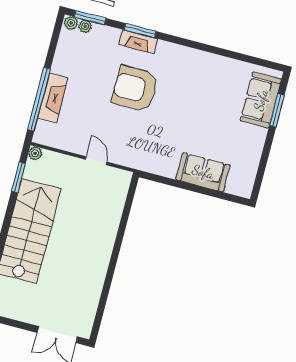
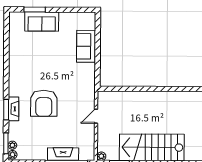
sofa: (261, 100) -> (42, 21), moved

